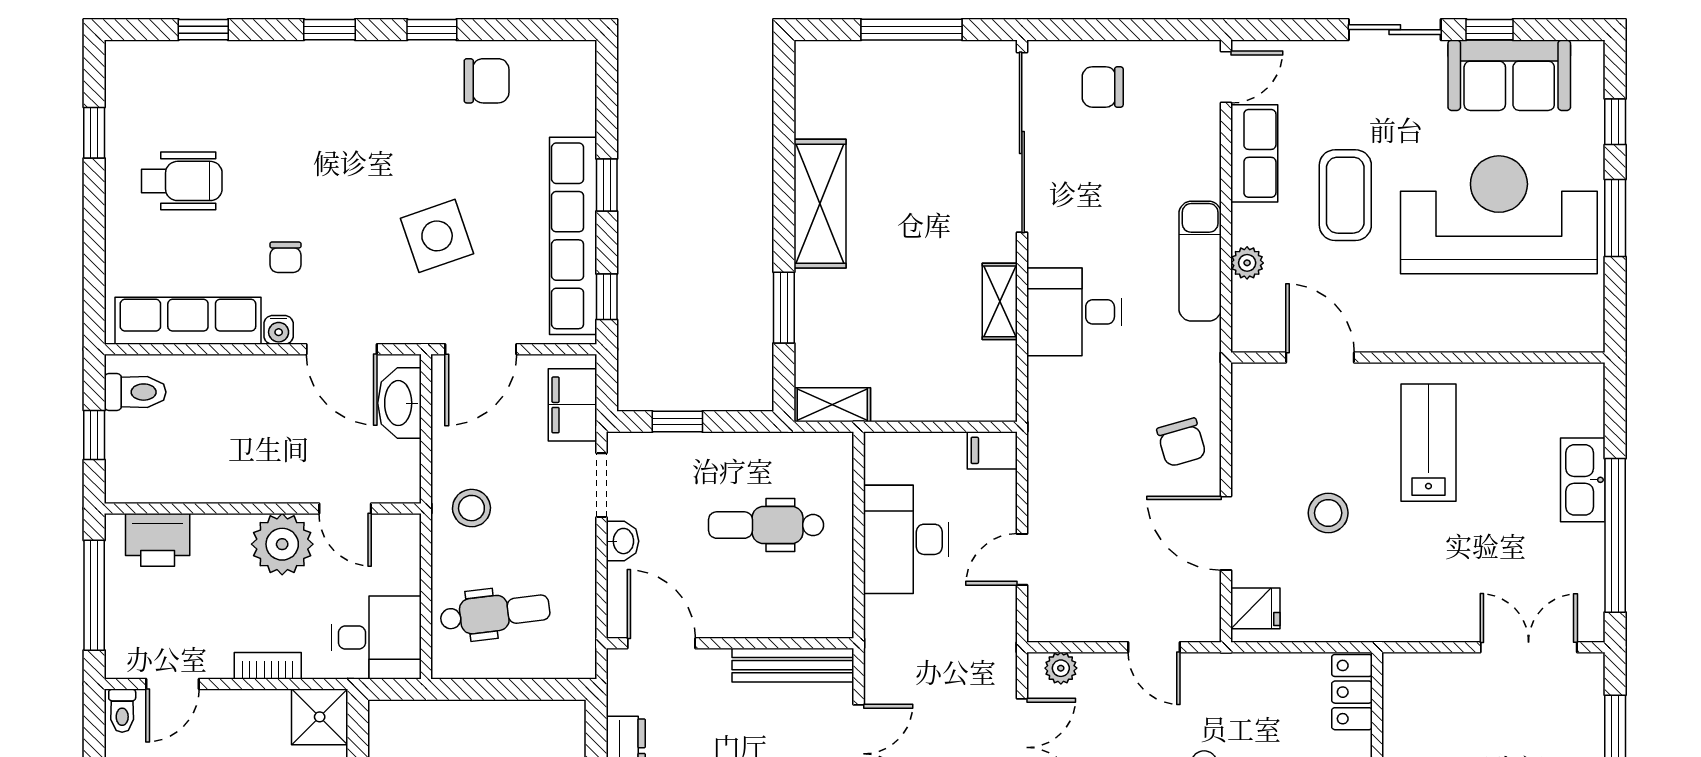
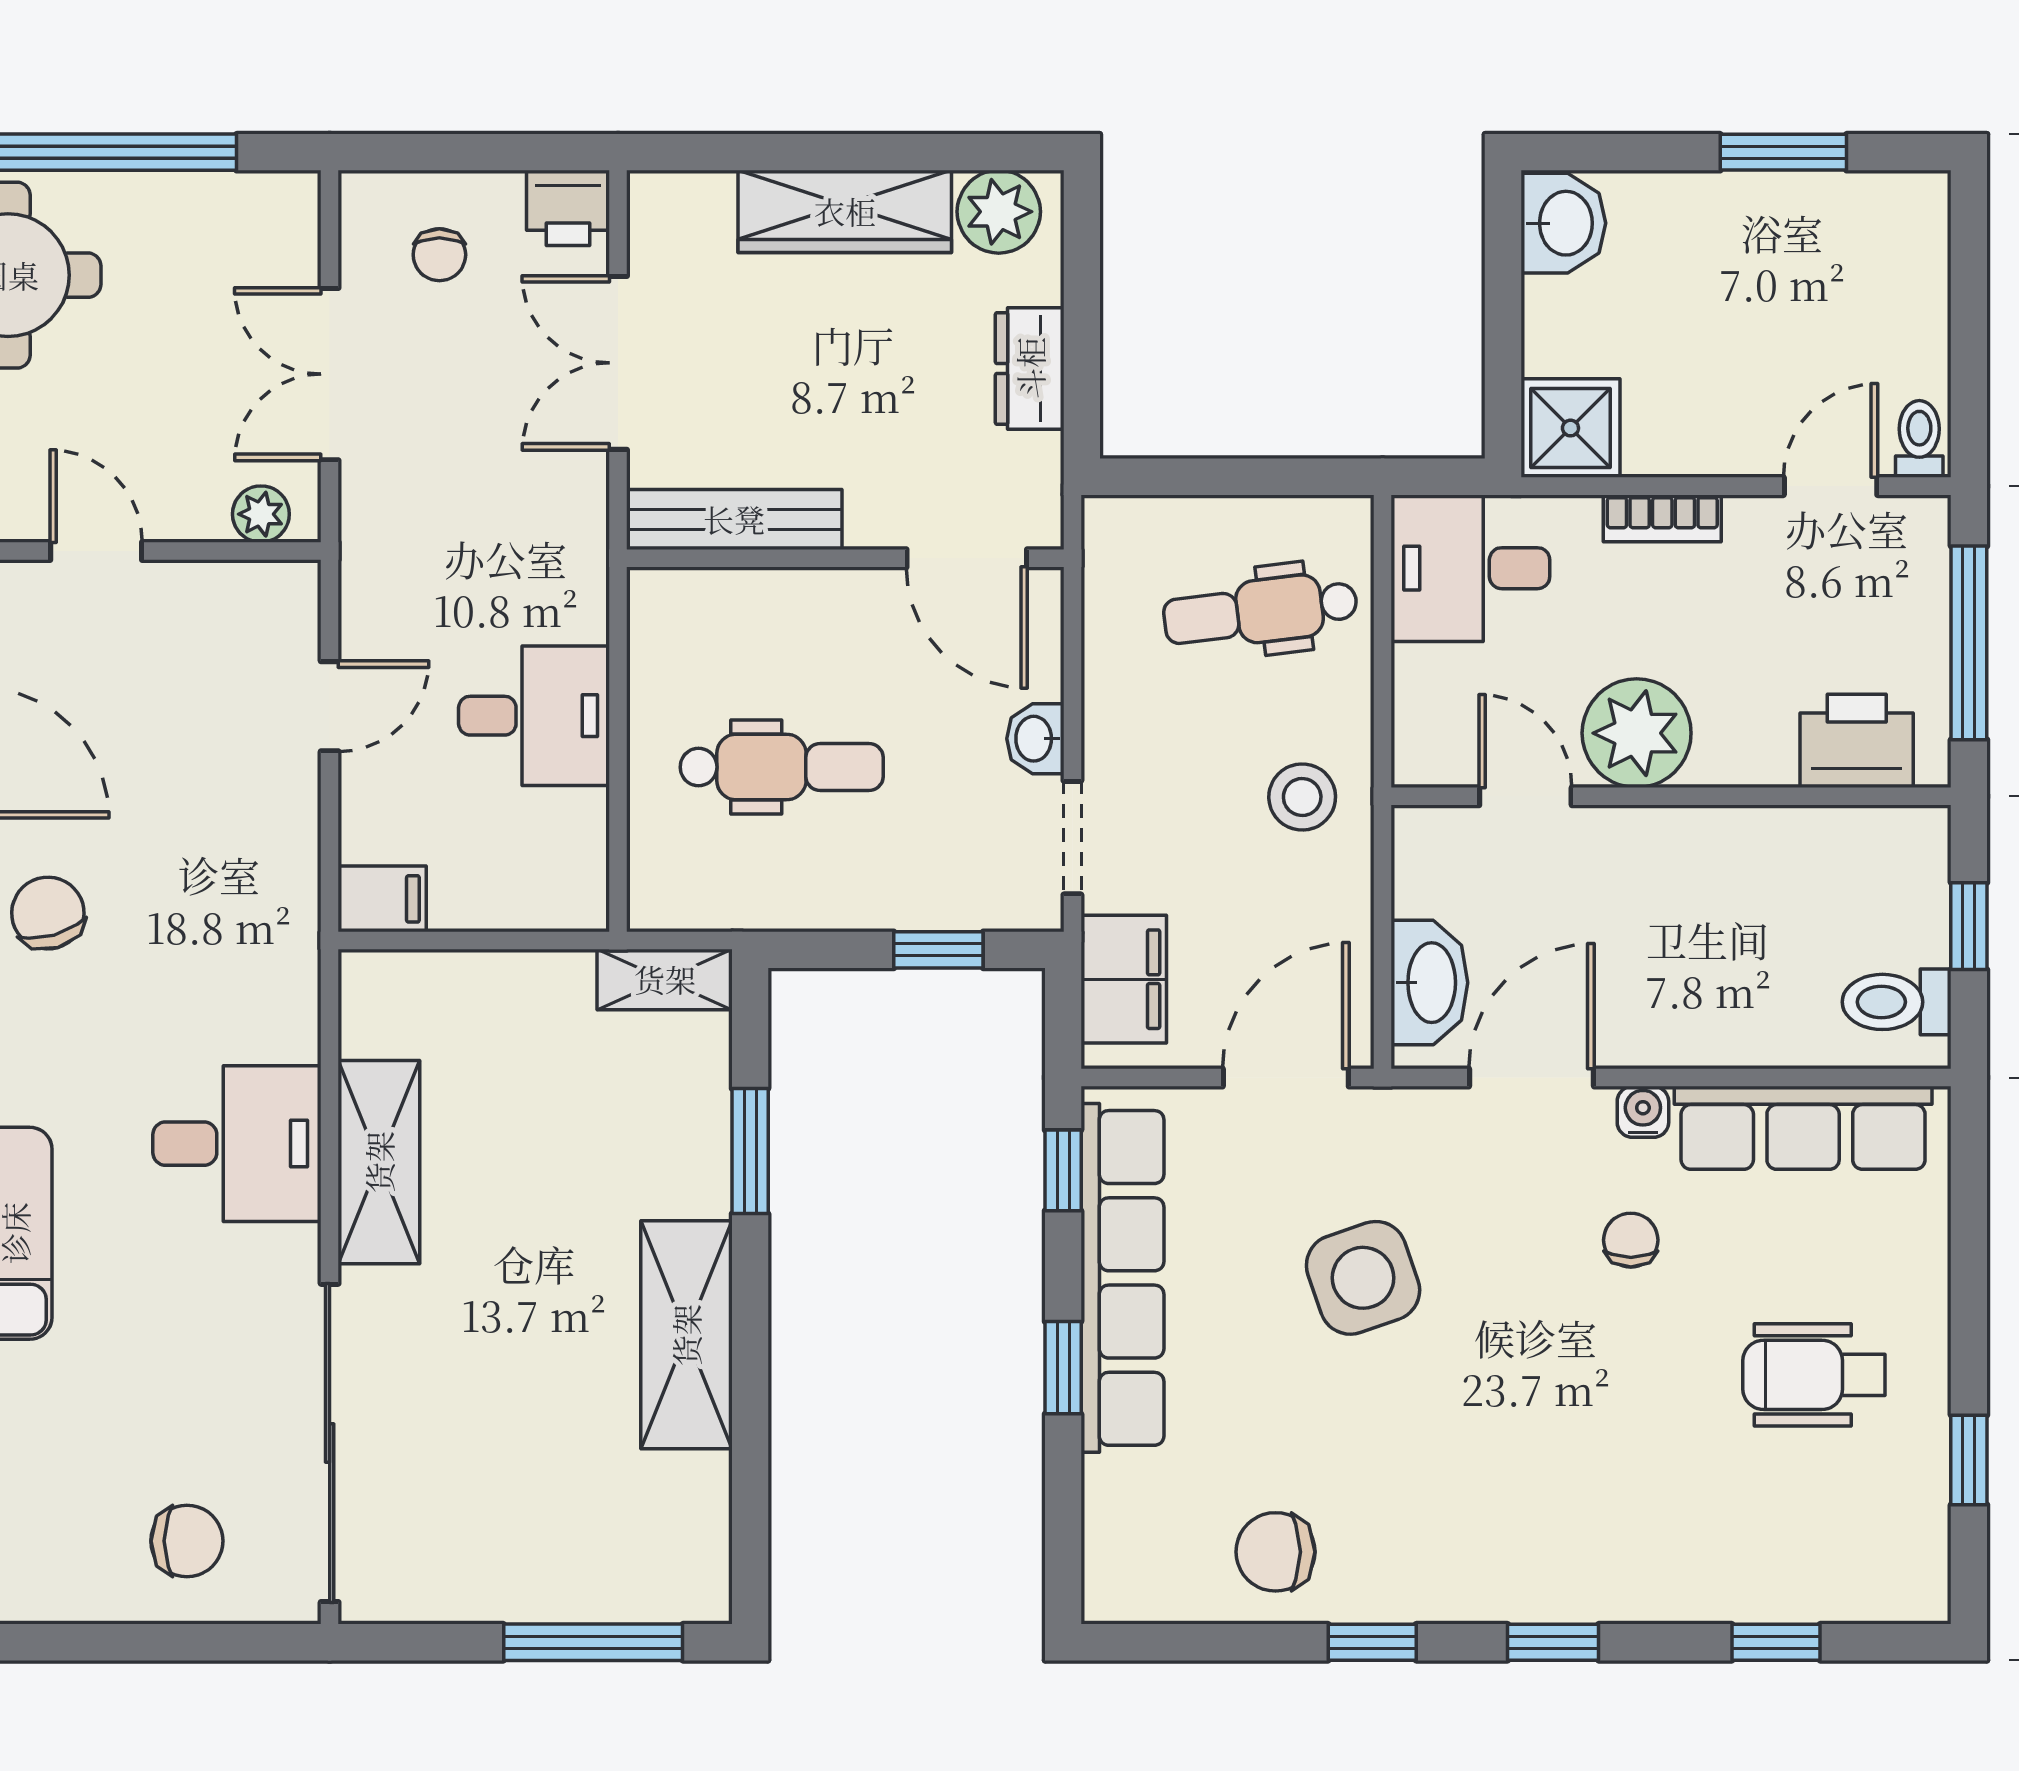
window: (912, 30) -> (593, 1642), moved
shelving: (1000, 301) -> (379, 1162), width x1.50, depth x1.33
door: (342, 349) -> (1531, 1078), hinge flipped
desk: (906, 539) -> (534, 716), width x0.73

